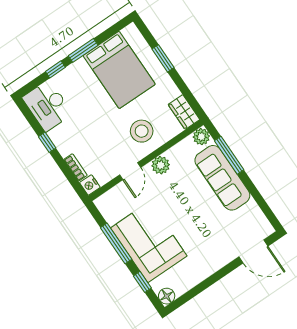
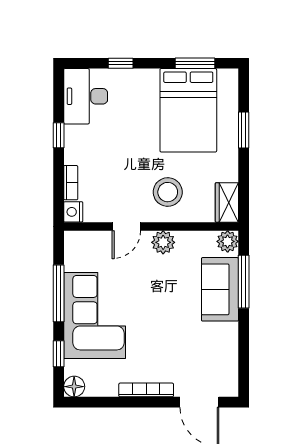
window: (83, 50) -> (195, 63), moved
sofa: (222, 178) -> (220, 289), width x0.73
bookcase: (214, 267) -> (146, 390), added

